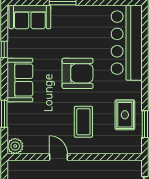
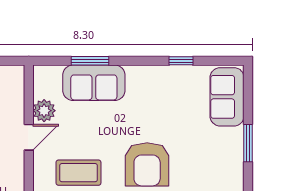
sofa: (20, 80) -> (94, 83), moved
plant: (15, 146) -> (44, 111), moved

